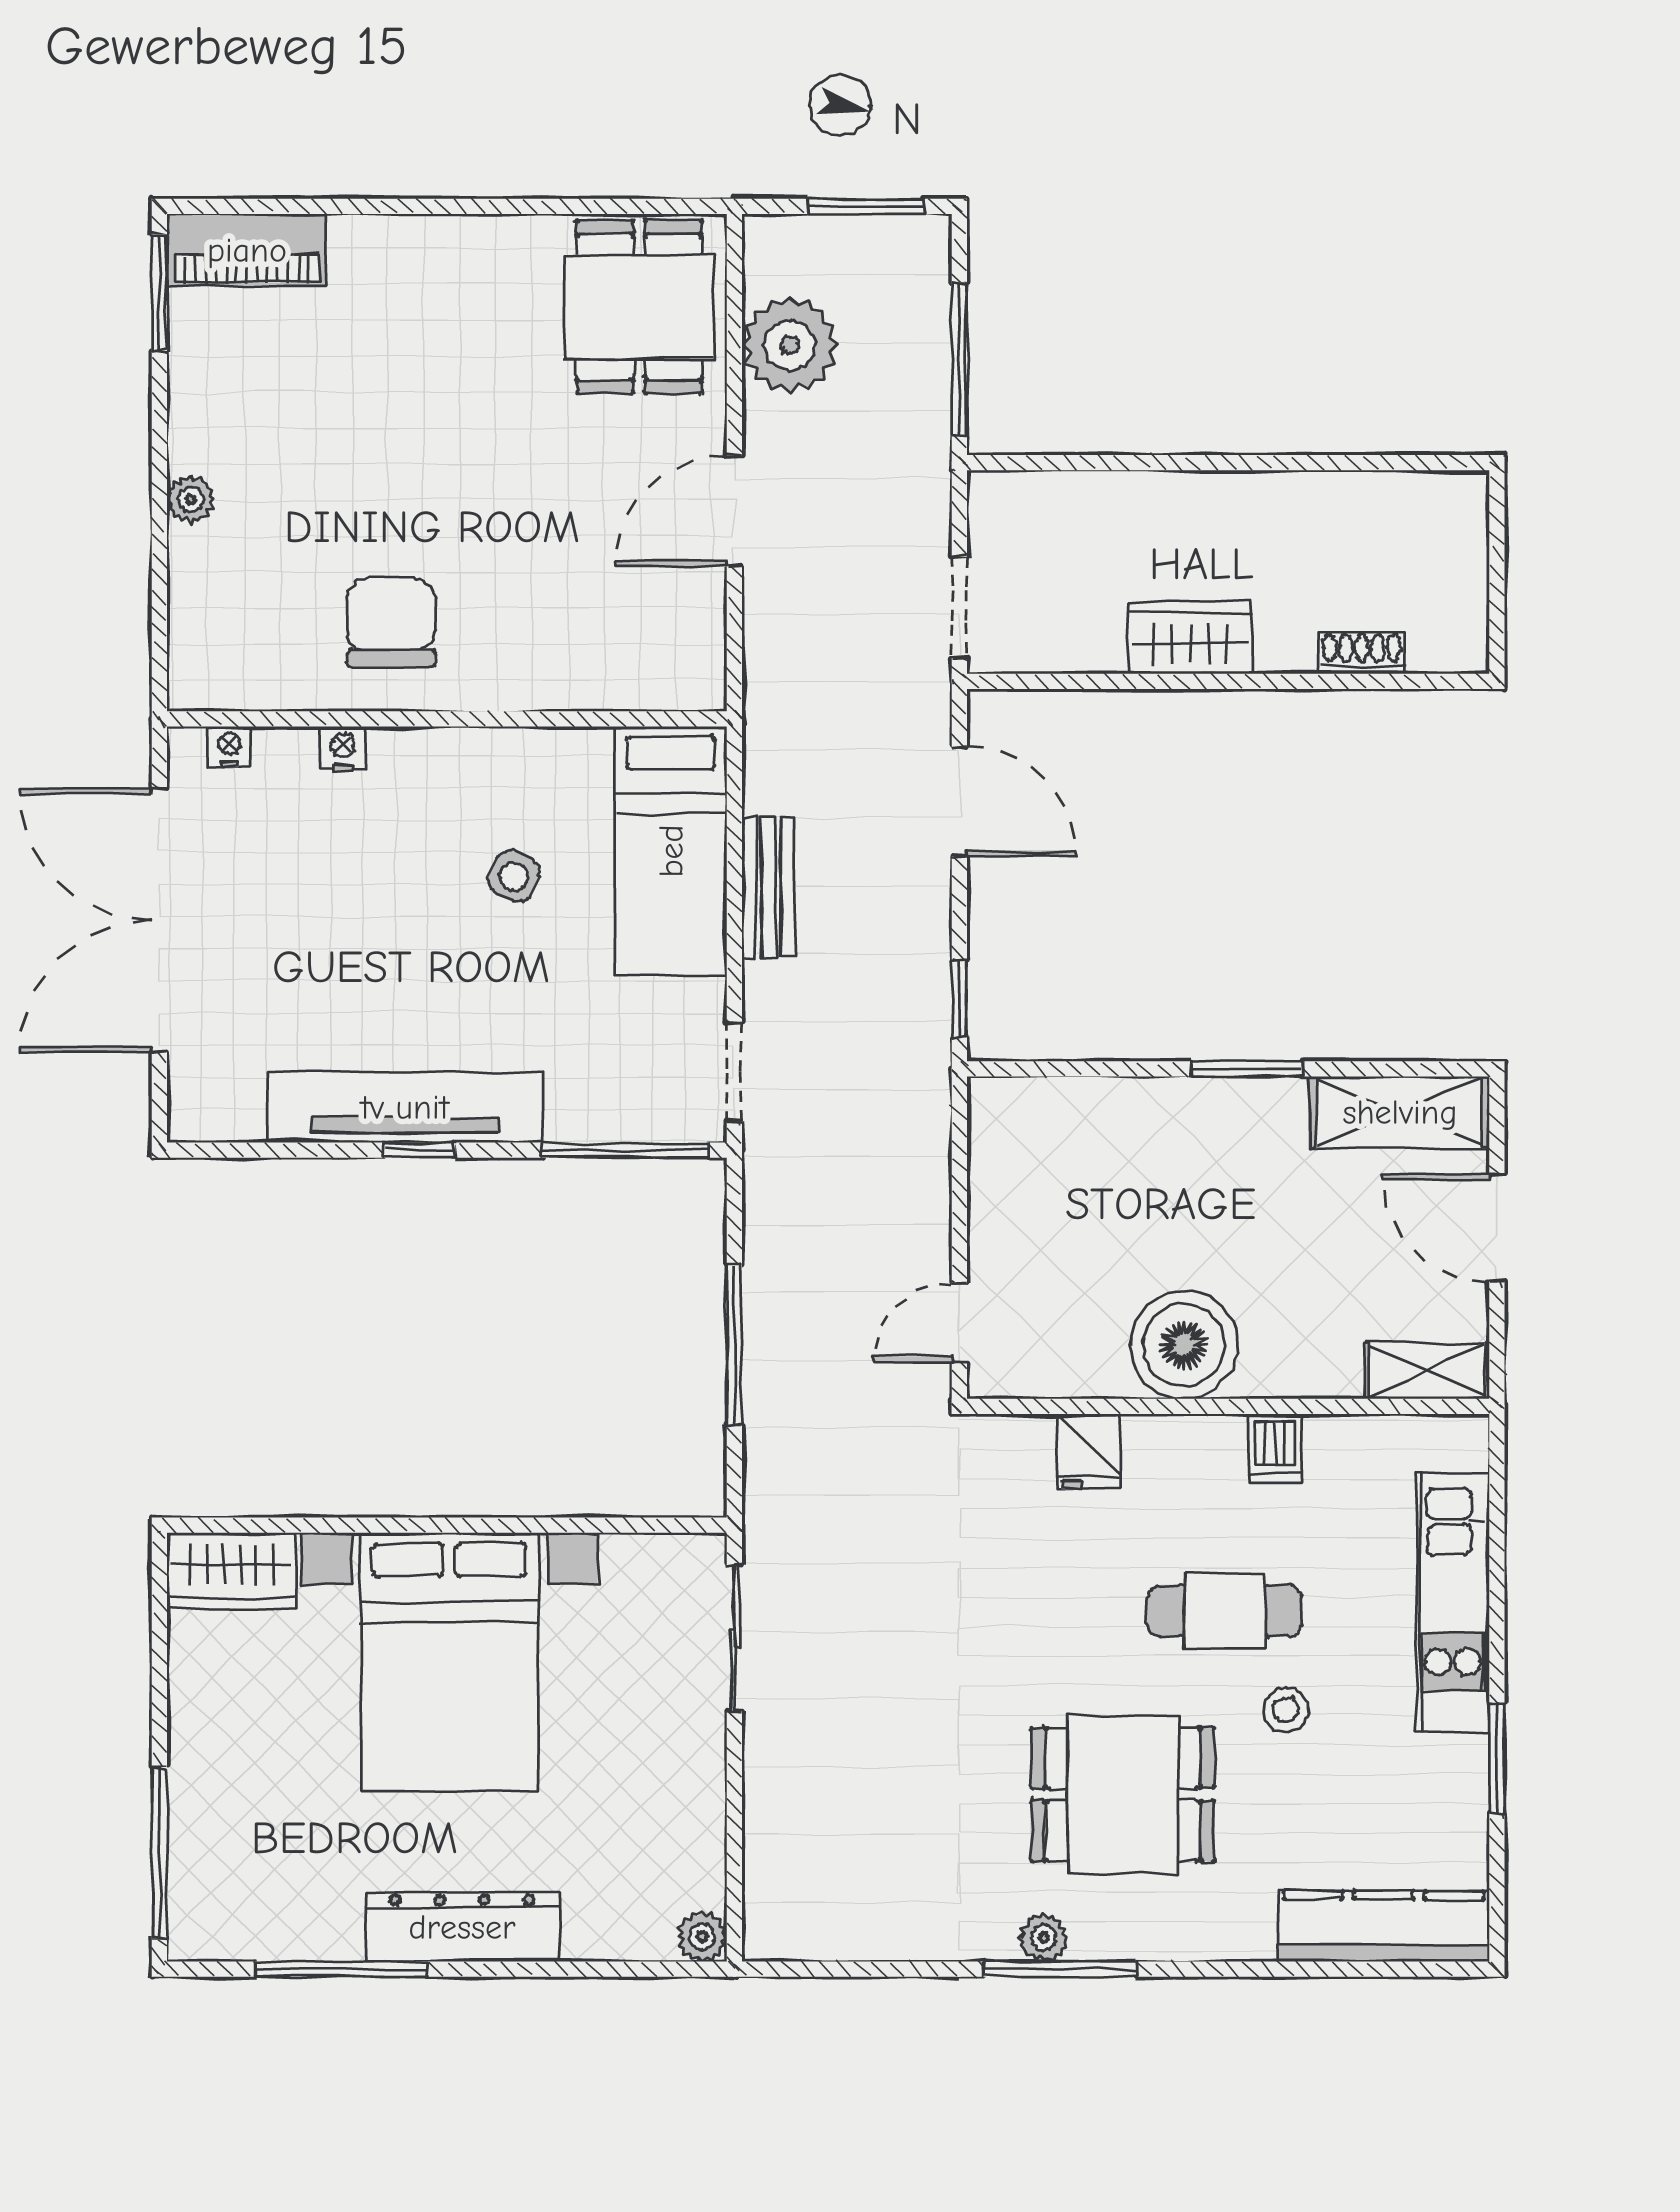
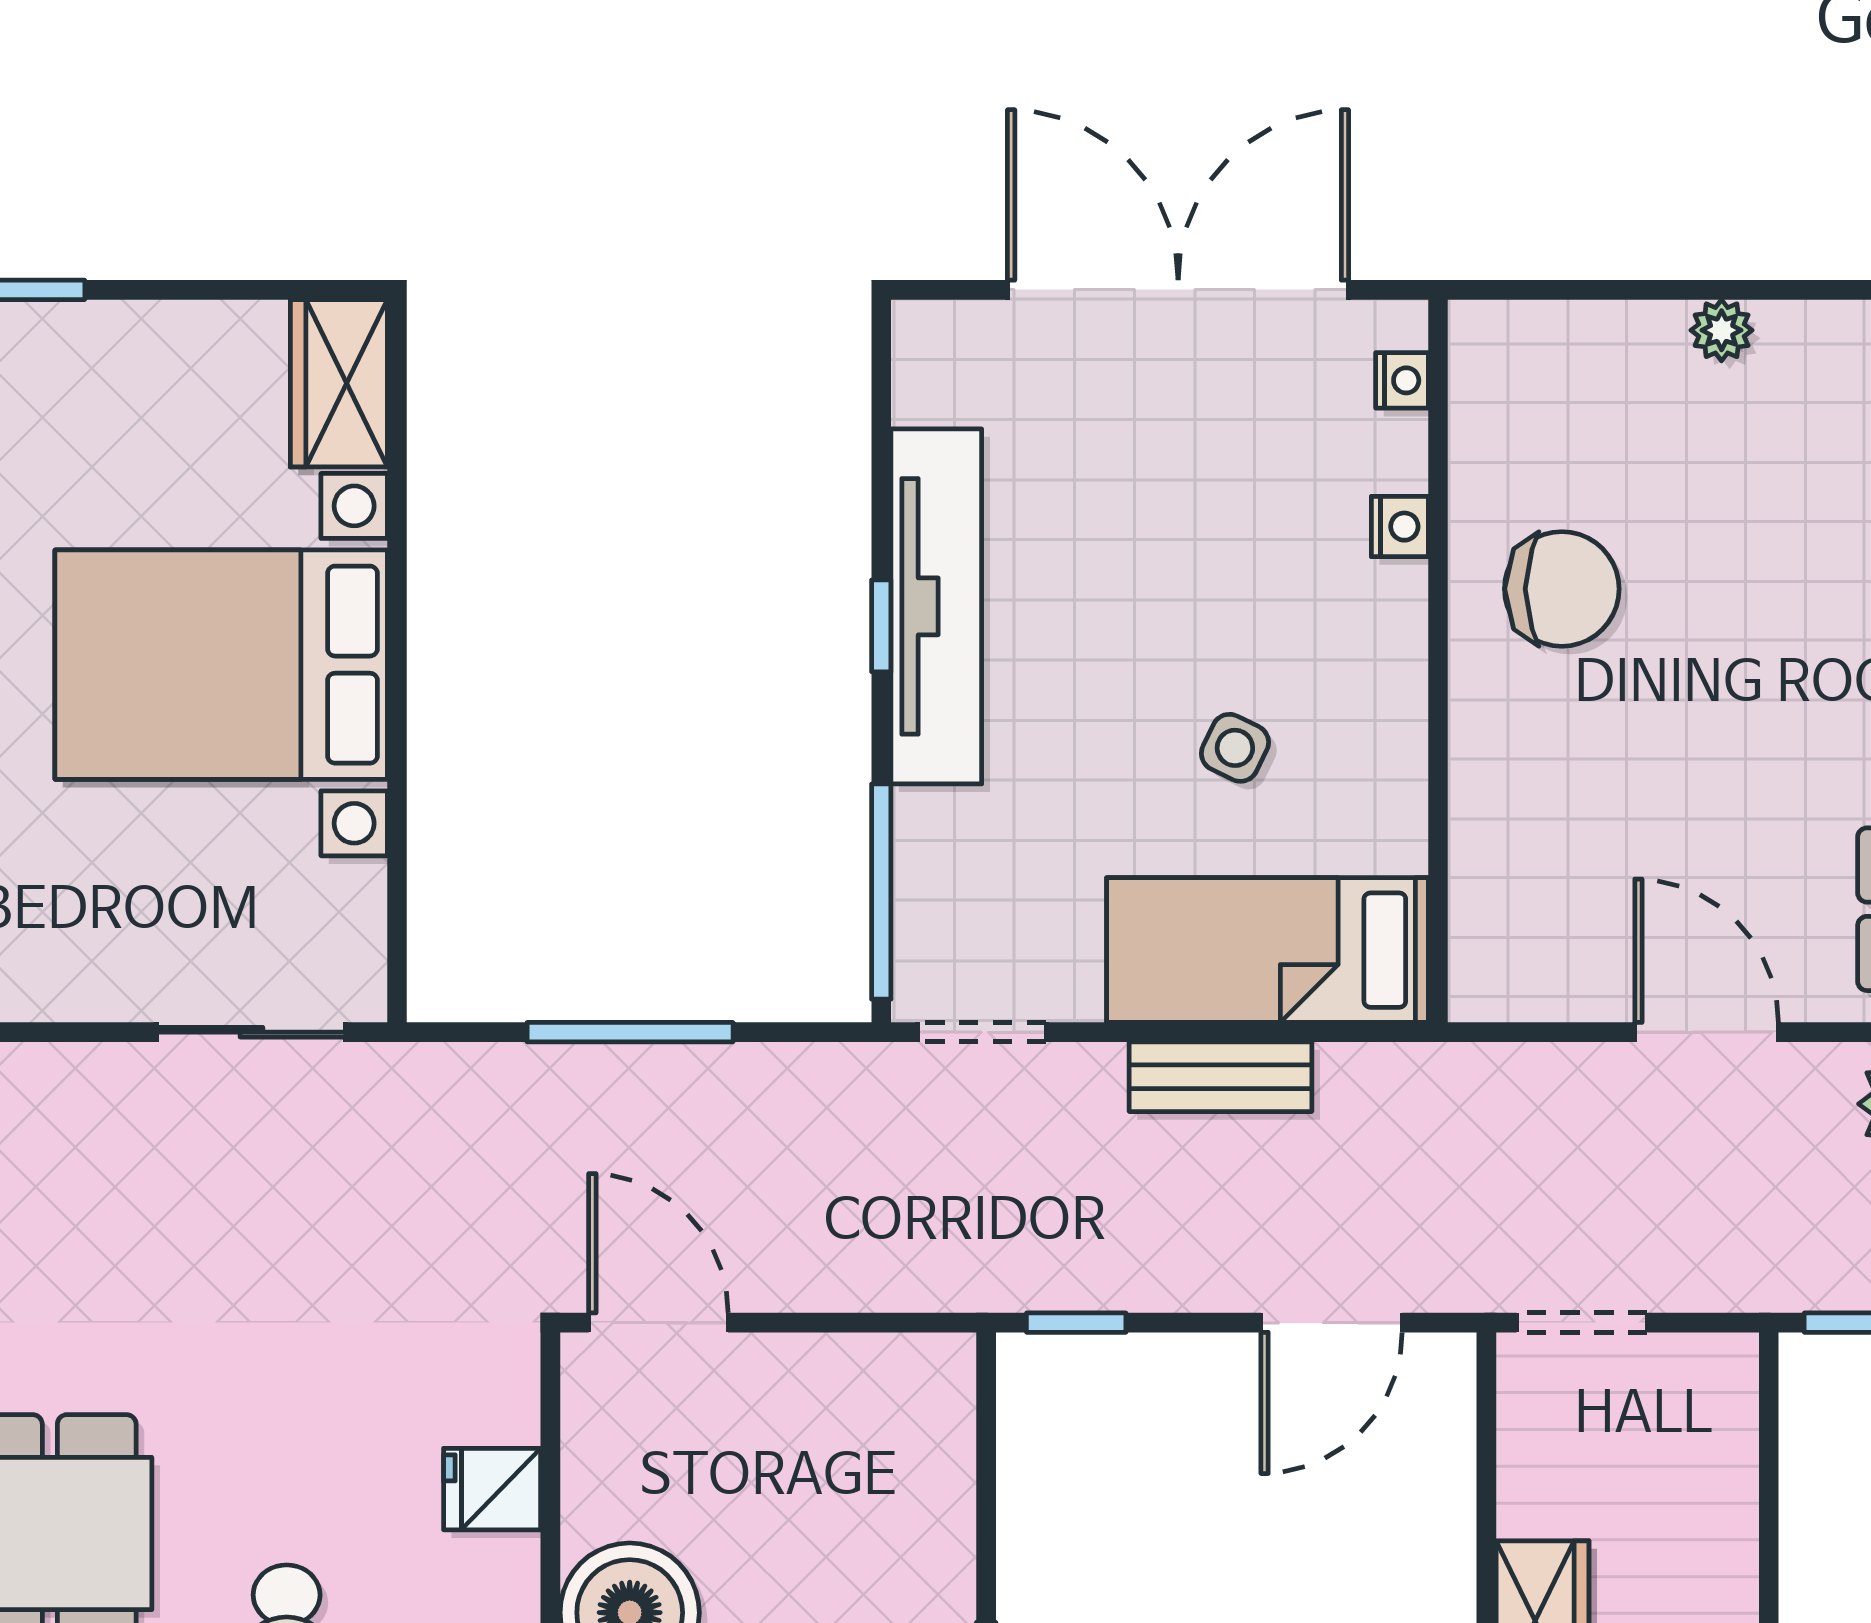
door: (959, 1323) -> (658, 1323), width x1.38

